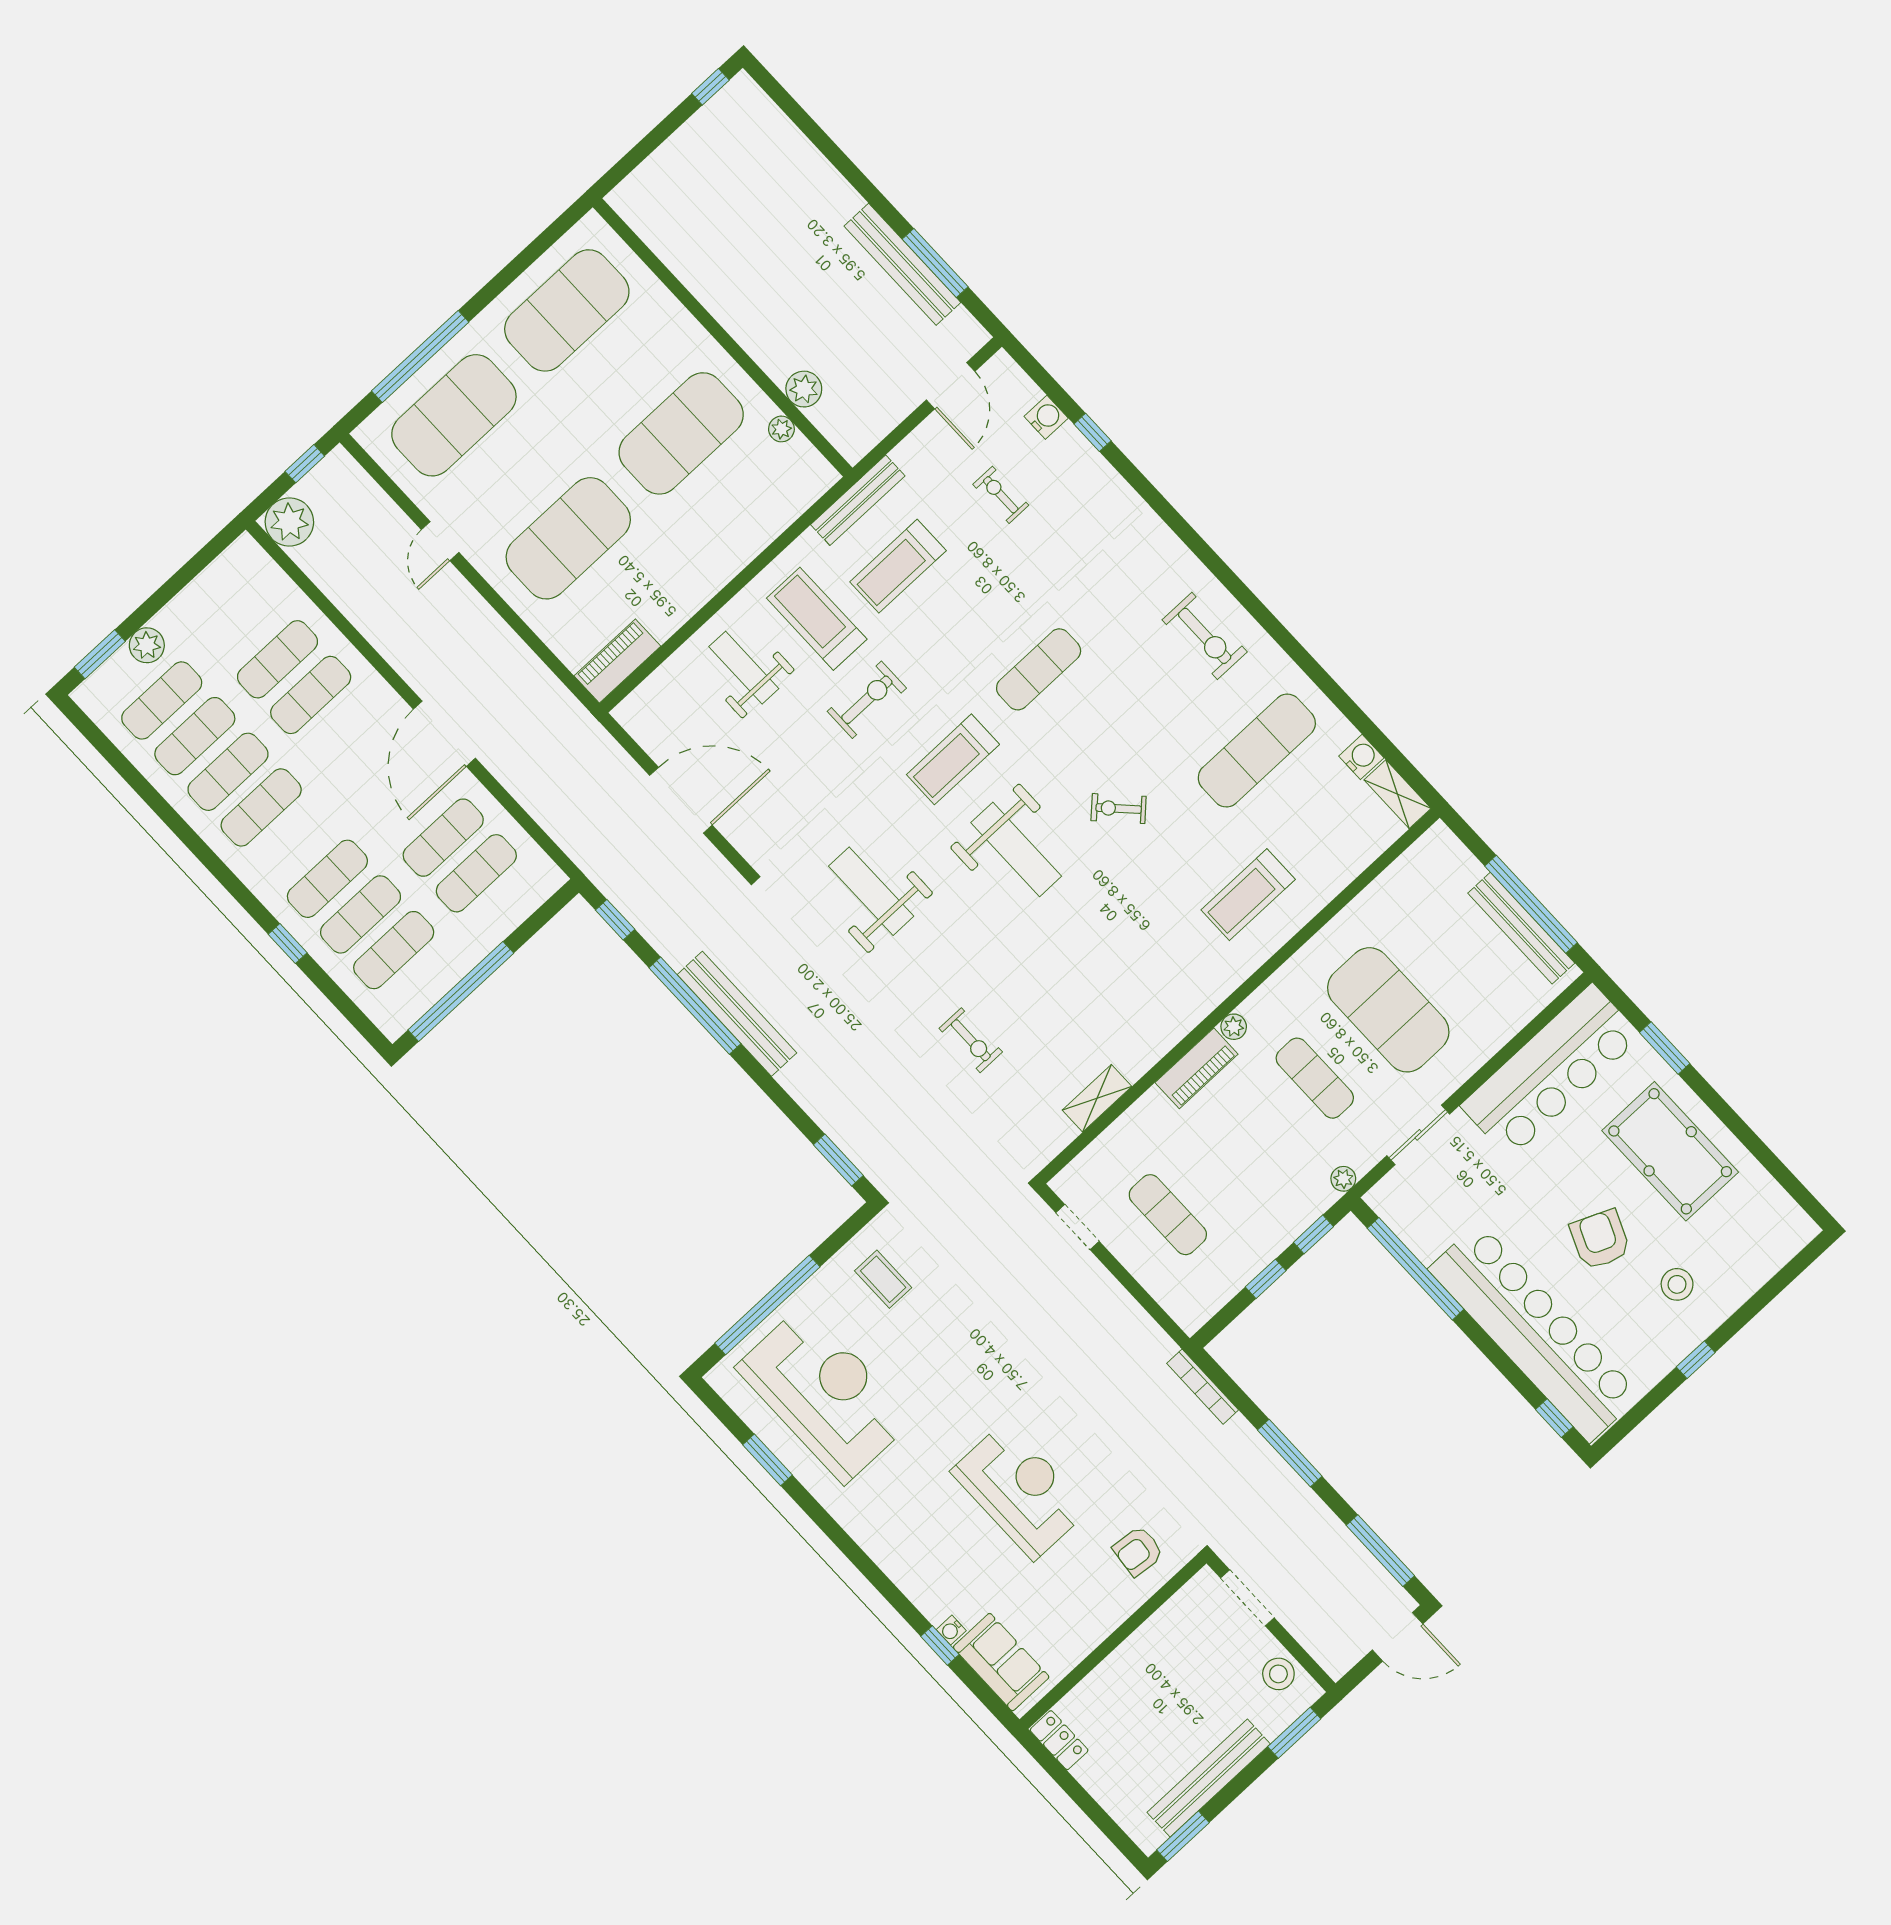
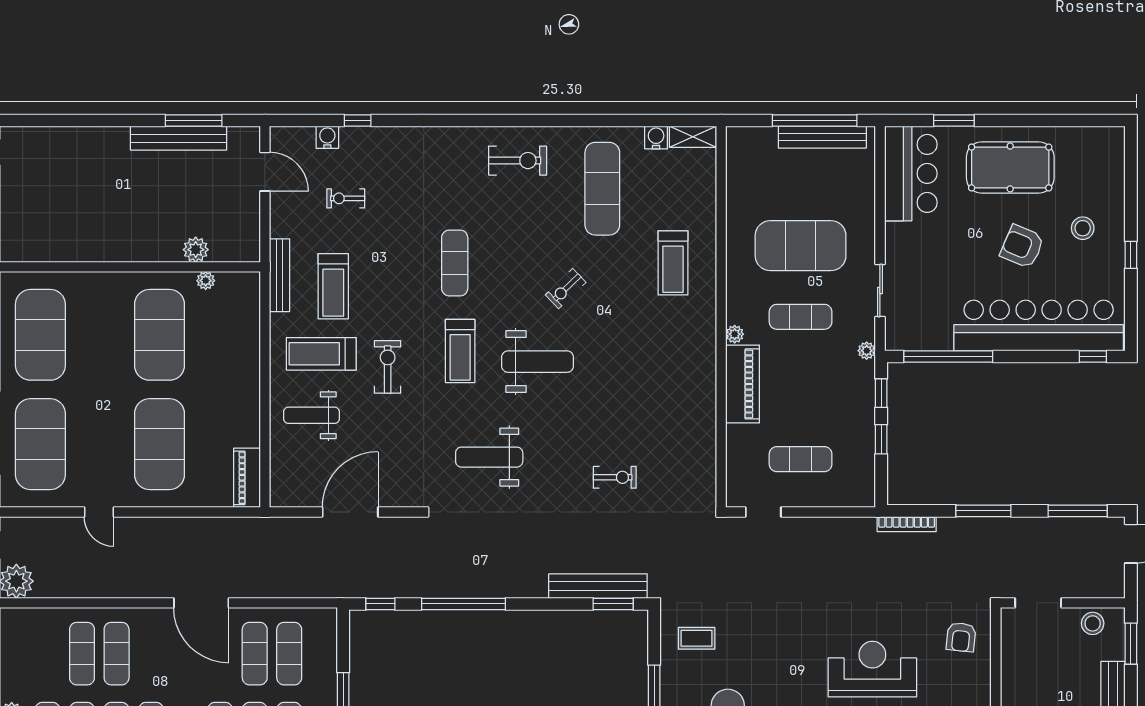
bench: (737, 1014) -> (598, 586), moved
piano: (1197, 1068) -> (743, 384), width x1.37, depth x1.33
bar counter: (1551, 1071) -> (911, 173), width x0.73
shelving: (1097, 1098) -> (706, 440), removed

